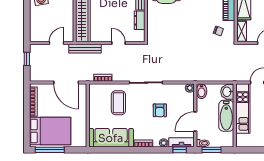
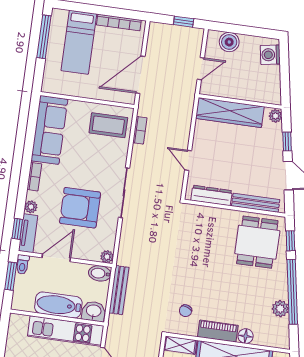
dresser: (140, 20) -> (211, 195), width x1.44
boiler: (36, 27) -> (229, 42), added
door: (56, 43) -> (201, 69), hinge flipped
door: (119, 43) -> (188, 160), swing flipped
bench: (85, 49) -> (119, 290), moved
coffee table: (118, 103) -> (108, 125), moved
armchair: (160, 110) -> (80, 208), width x1.88, depth x1.88
door: (195, 121) -> (56, 258), hinge flipped
bed: (50, 131) -> (79, 42), width x0.67

